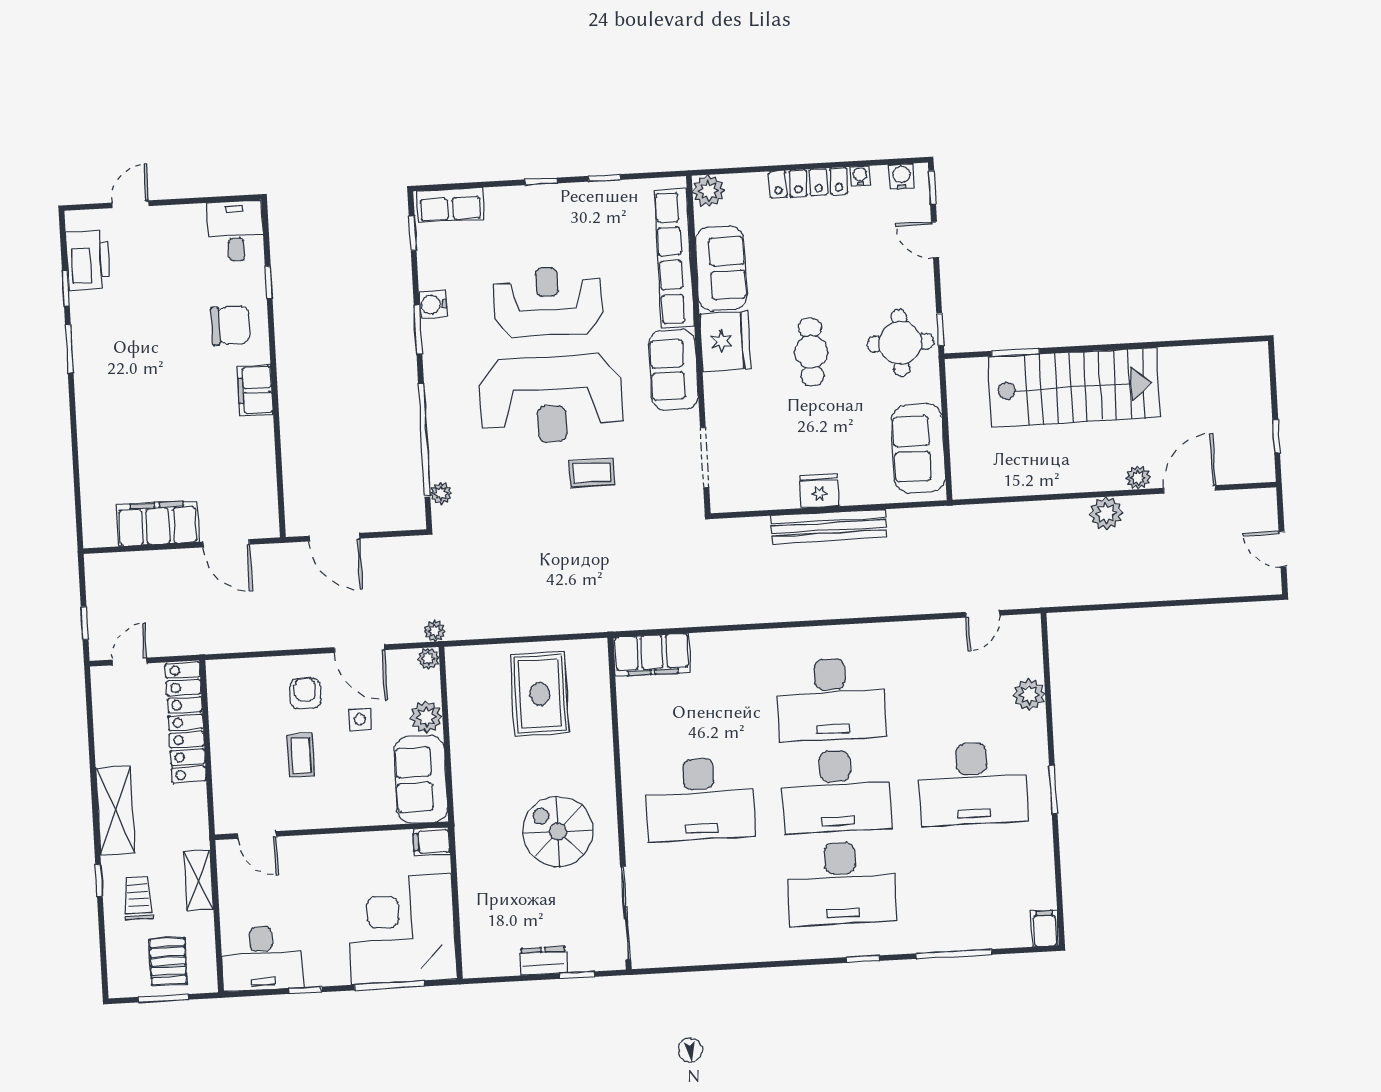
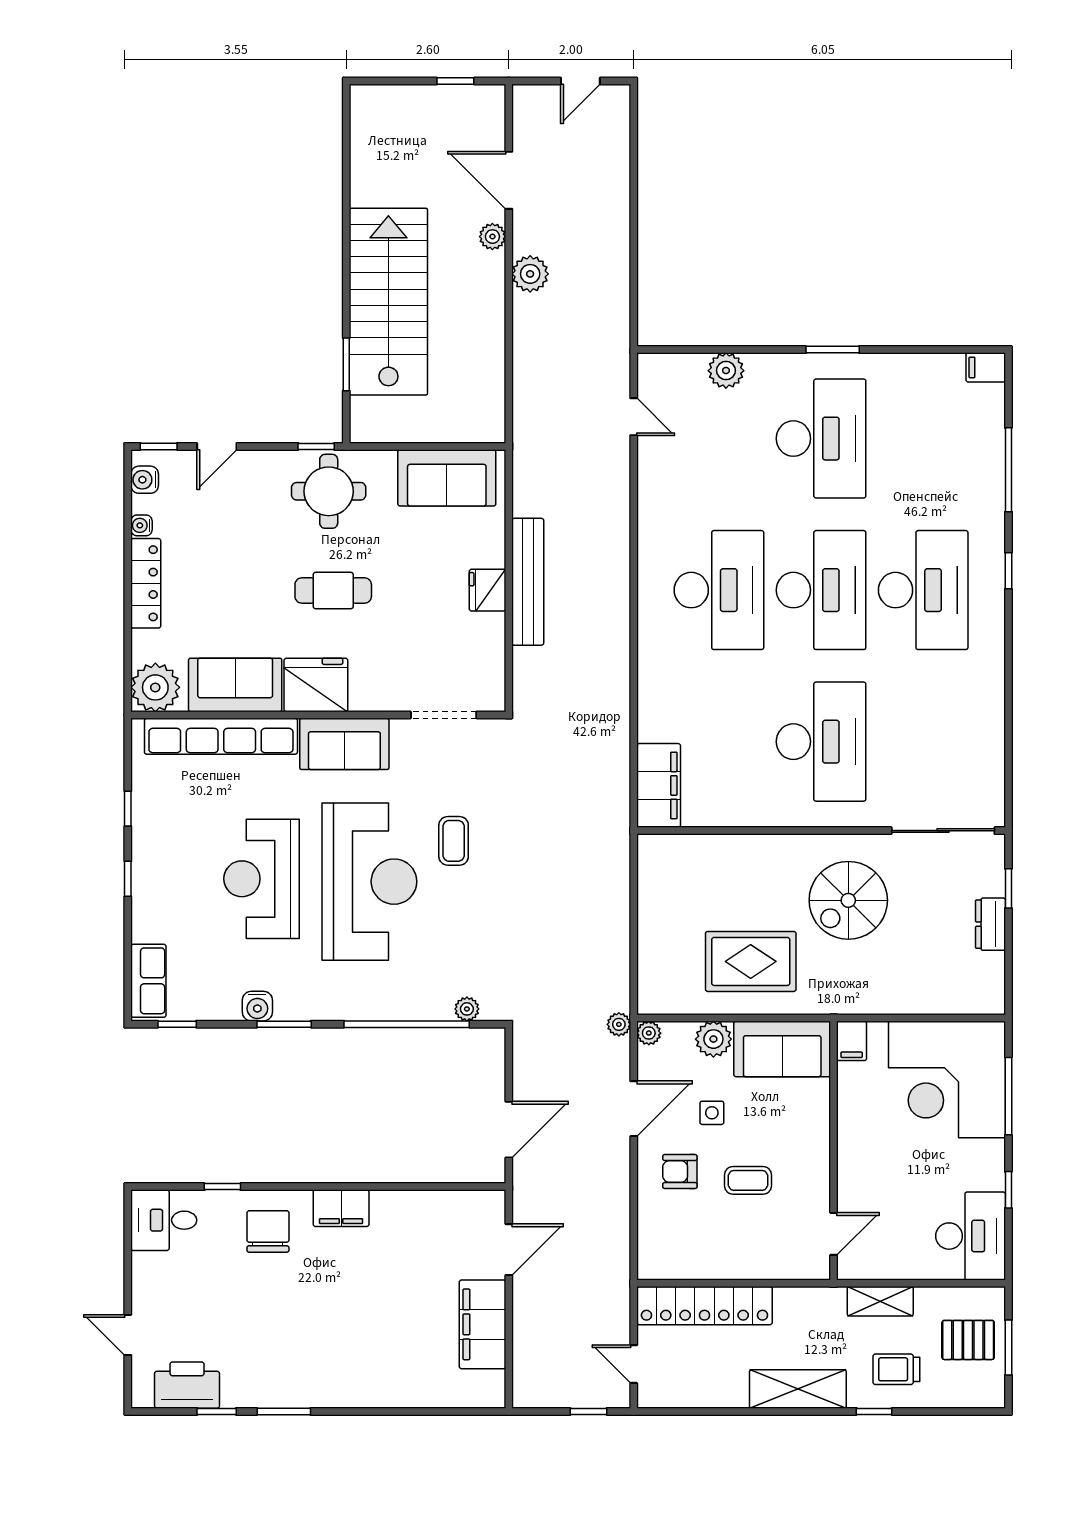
plant: (709, 191) -> (155, 687), width x1.36, depth x1.36
rug: (540, 694) -> (751, 961), moved

